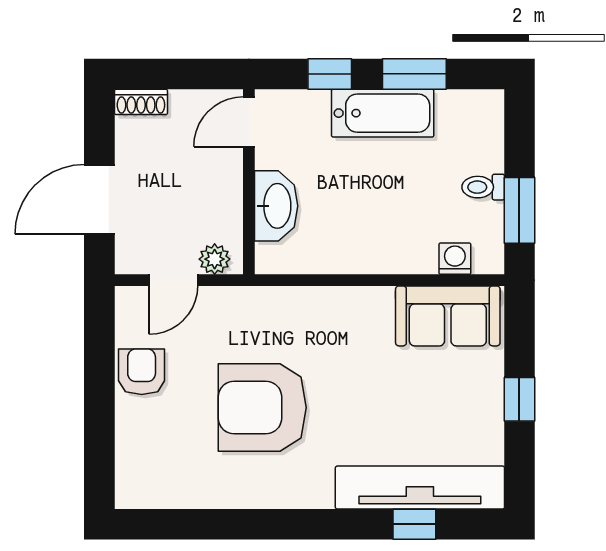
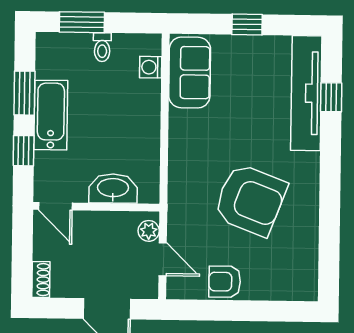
window: (519, 210) -> (82, 22), moved
armchair: (262, 408) -> (250, 200), turned -69

